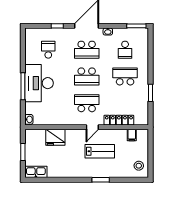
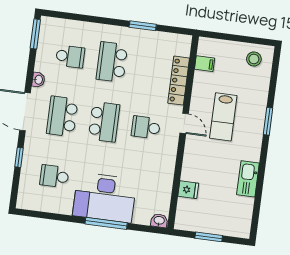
school desk: (87, 50) -> (62, 116), turned 180
school desk: (87, 103) -> (146, 127), width x0.54
fridge: (55, 137) -> (188, 190), width x0.53, depth x0.75
lab bench: (100, 151) -> (223, 117), turned 180
kitchen sink: (36, 172) -> (248, 179), moved

